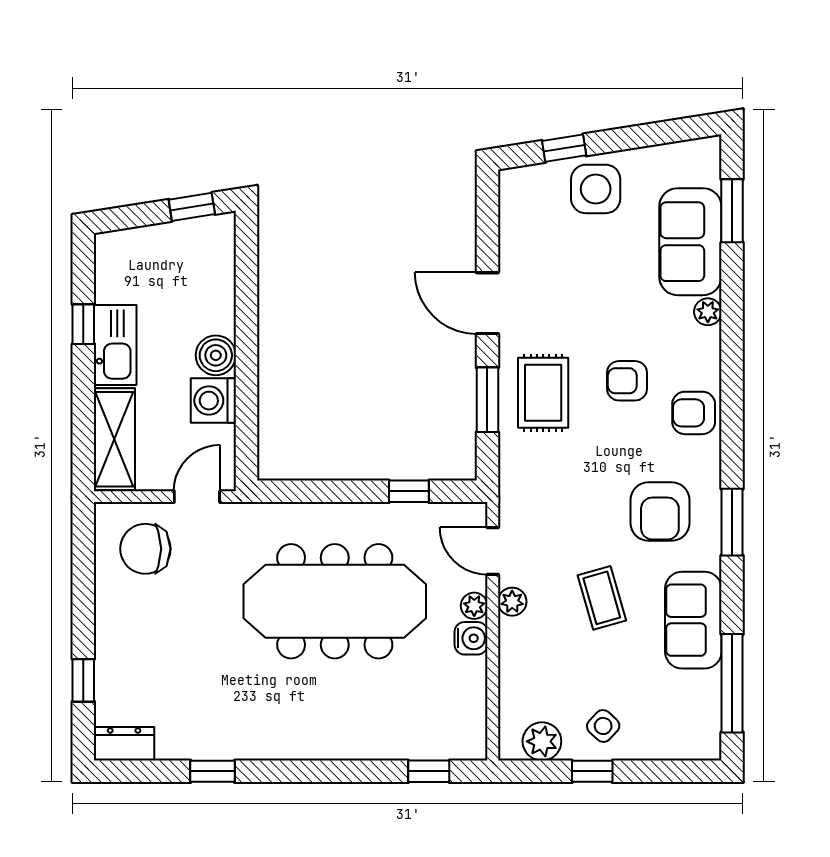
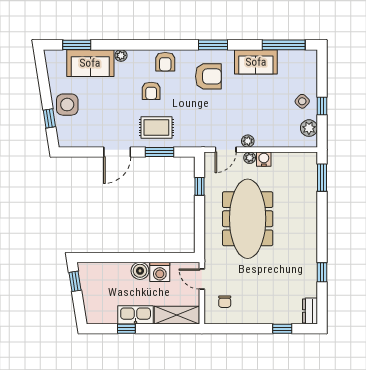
chair: (145, 549) -> (225, 302), width x0.54, depth x0.54
coffee table: (602, 598) -> (246, 102), removed
window: (429, 771) -> (322, 178), width x1.50

